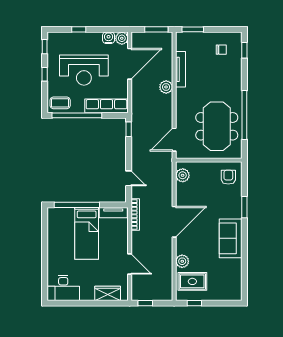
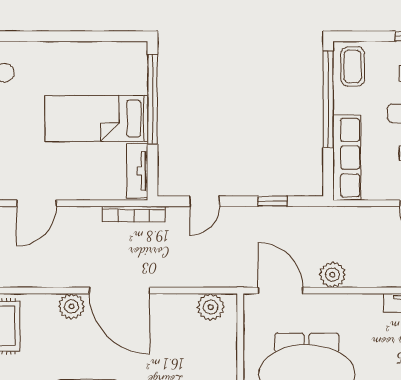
plant: (166, 87) -> (332, 275), moved
window: (129, 129) -> (273, 201), moved
plant: (182, 261) -> (71, 306), moved

